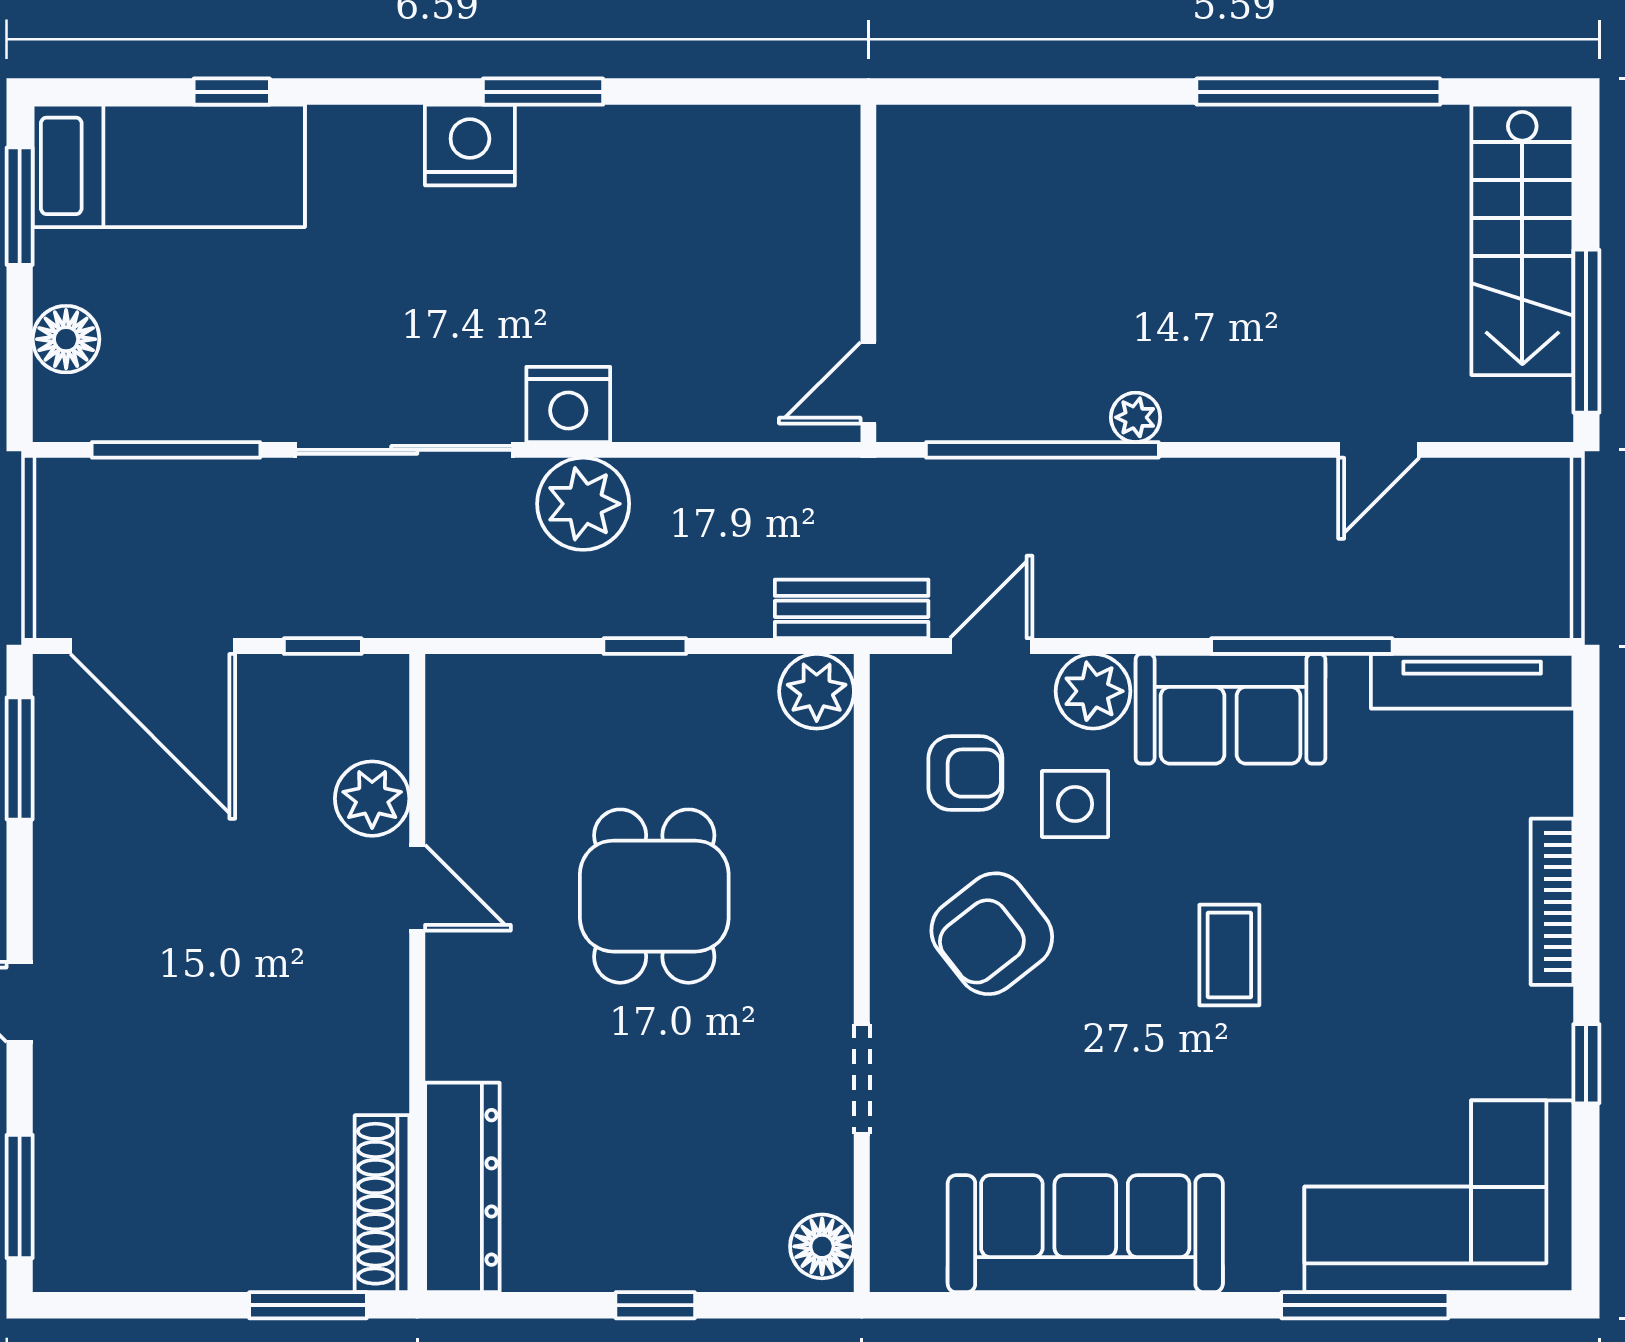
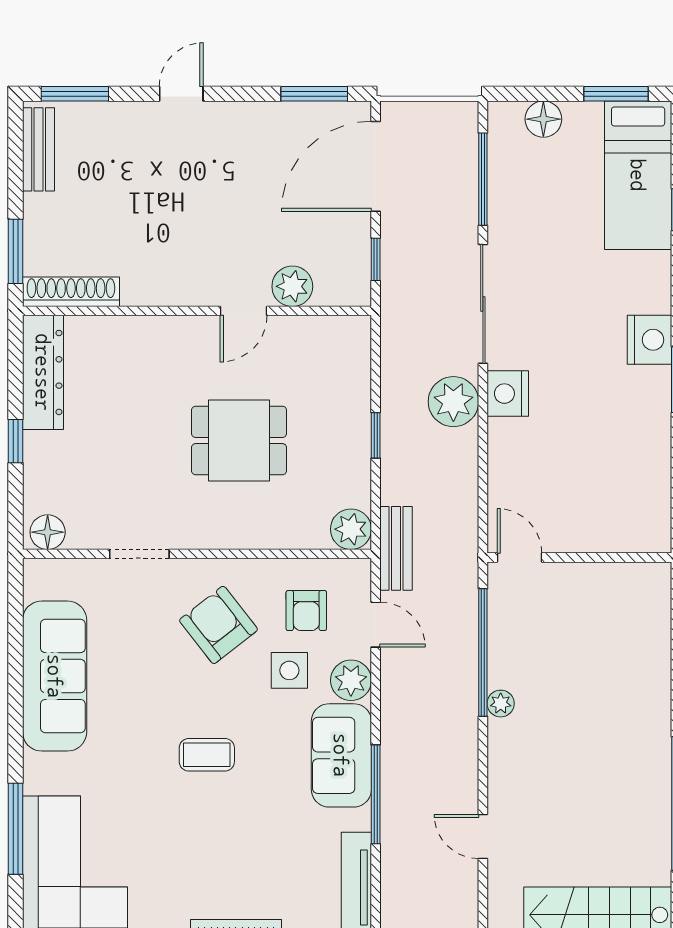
dresser: (462, 1187) -> (43, 372), moved, turned -90
bench: (122, 1263) -> (39, 149), added

